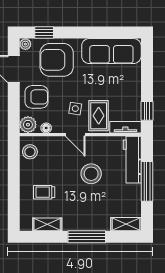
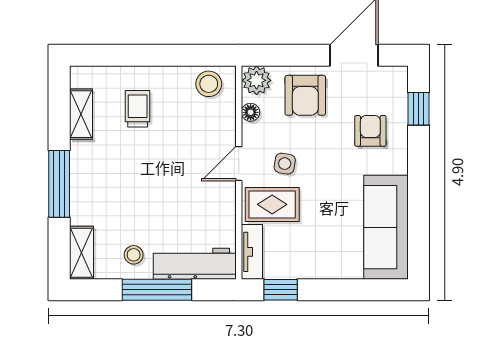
plant: (25, 44) -> (398, 76), removed
armchair: (57, 60) -> (370, 131), width x0.53, depth x0.53
stool: (91, 174) -> (134, 255), moved, width x0.53, depth x0.53

